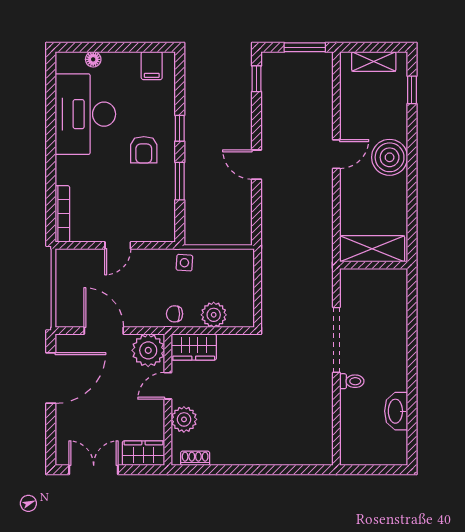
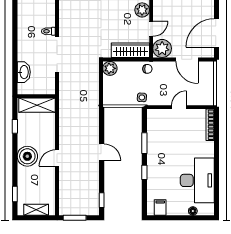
armchair: (144, 150) -> (165, 160), removed
window: (412, 211) -> (15, 126), added
plant: (214, 315) -> (110, 68), moved
wardrobe: (194, 347) -> (130, 50), width x1.50
washbasin: (396, 411) -> (24, 72), moved

